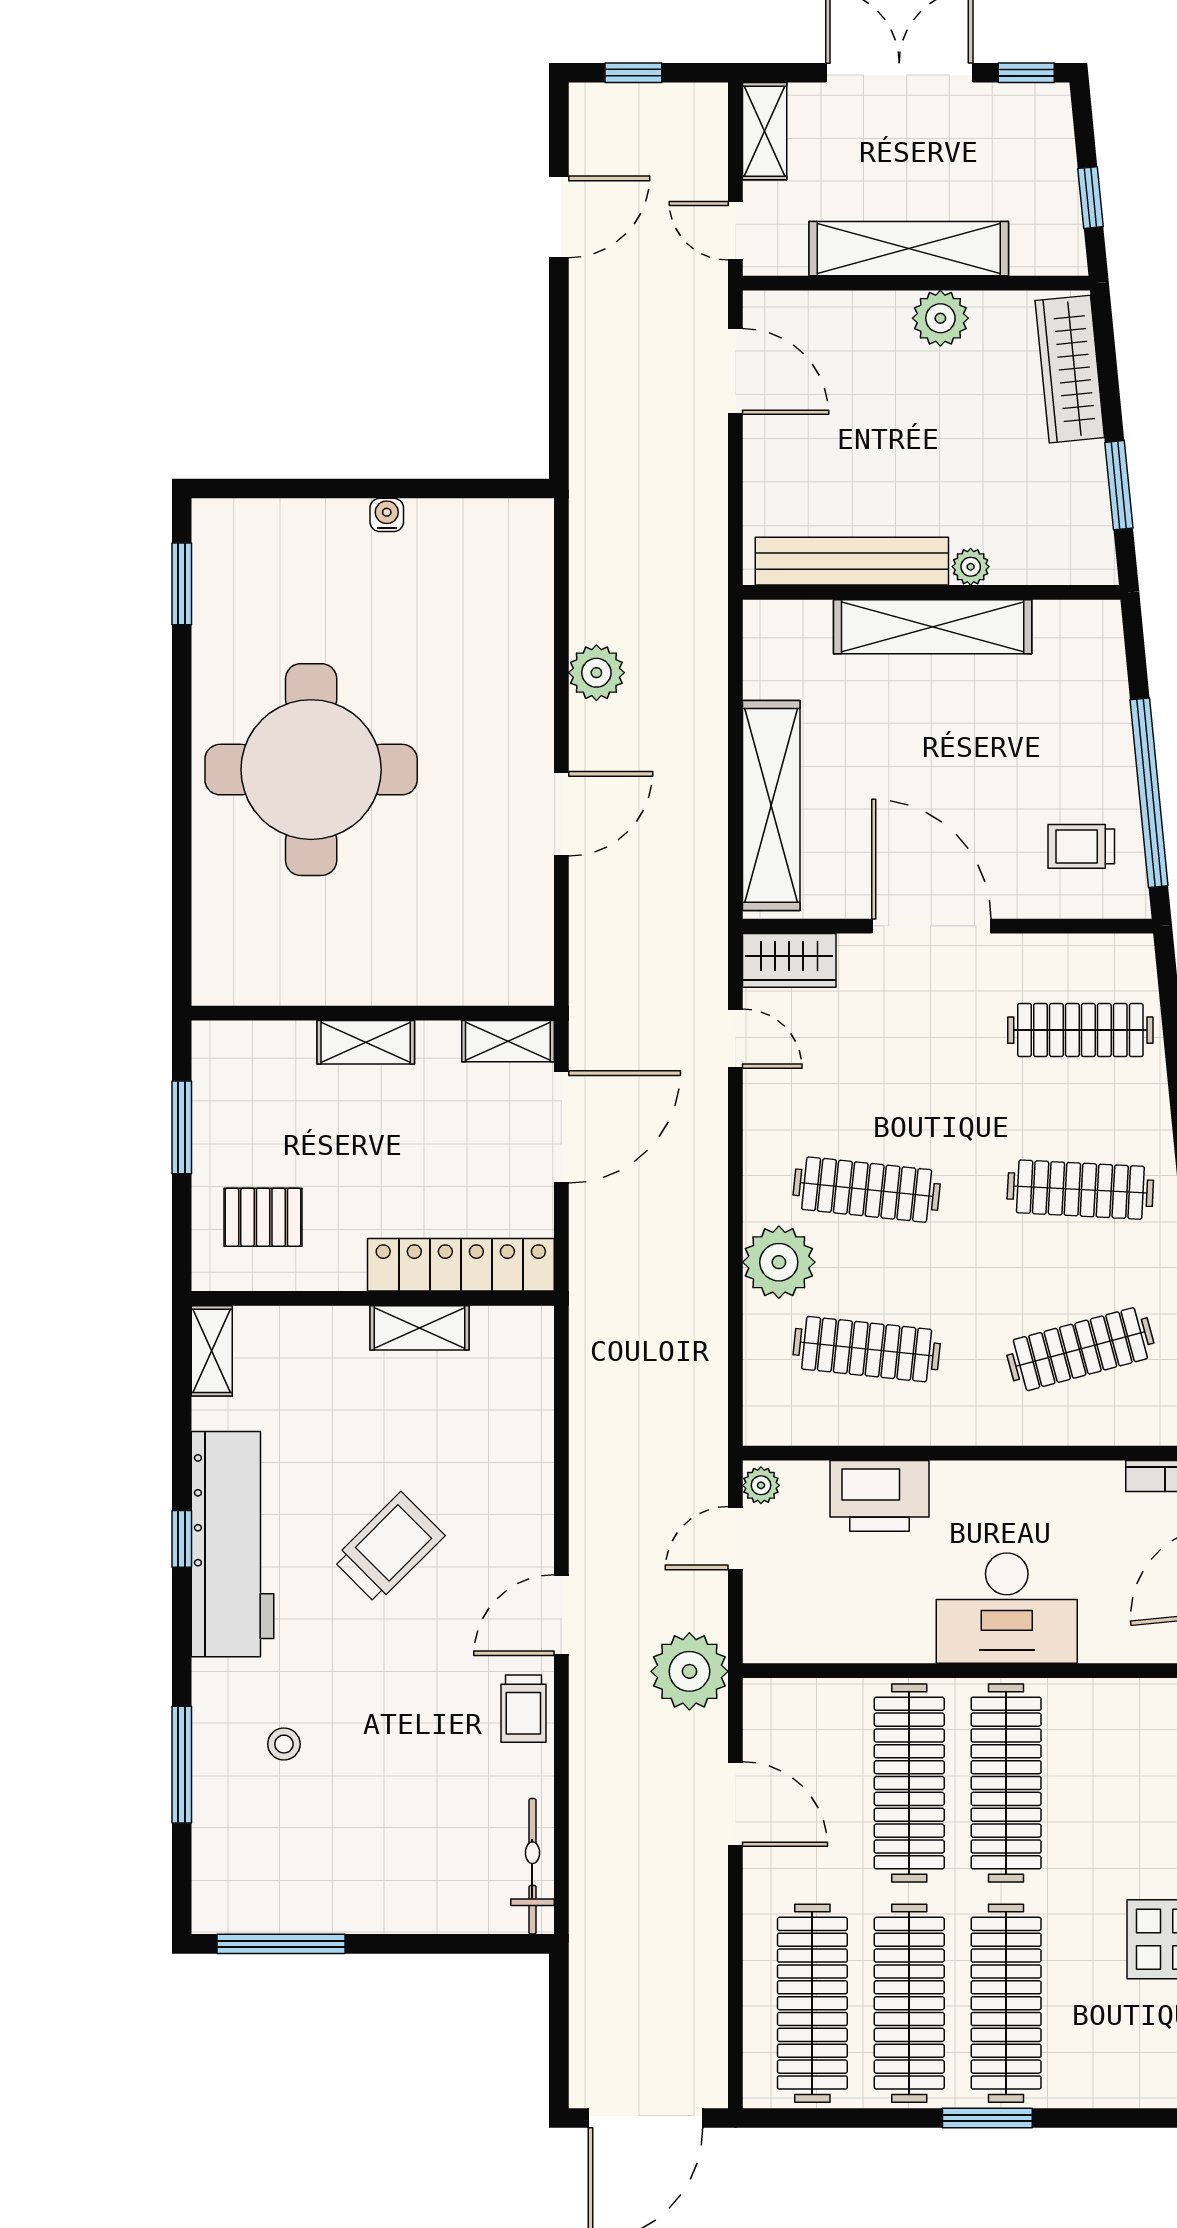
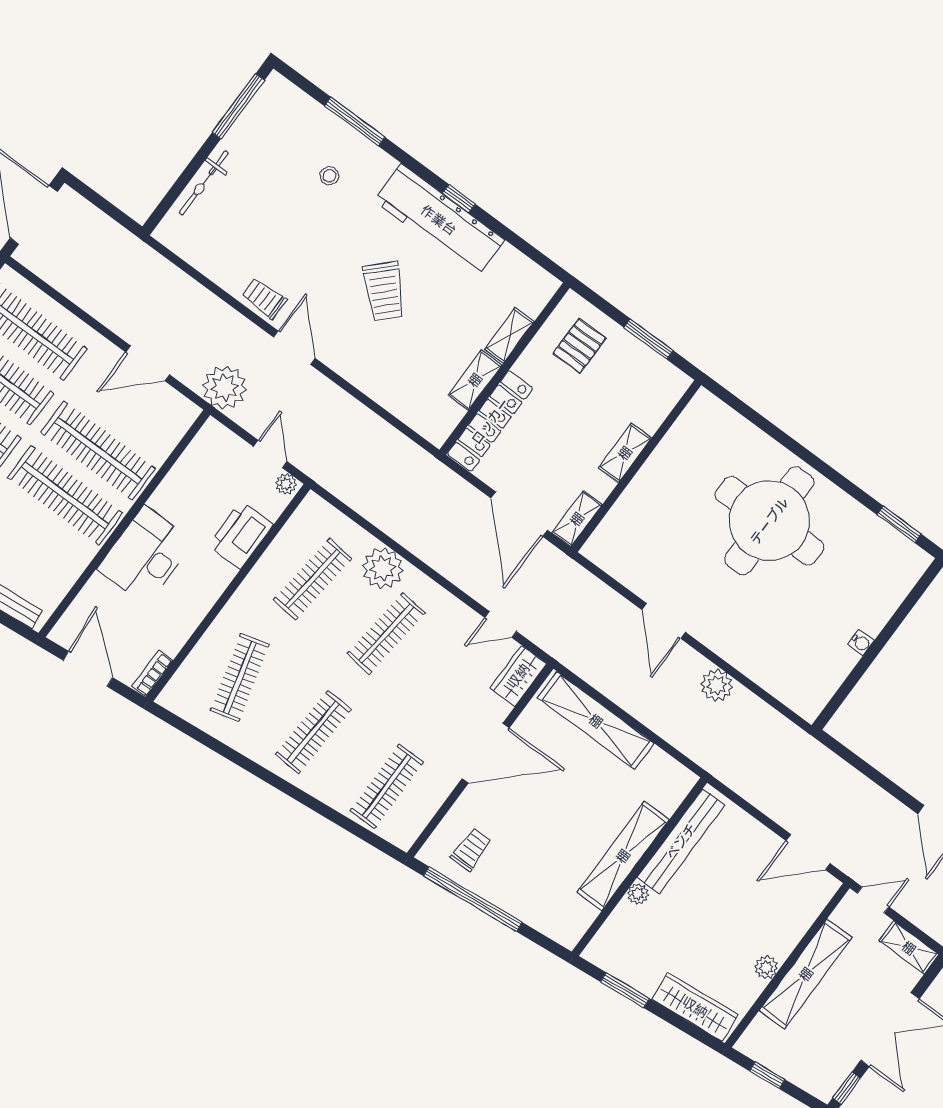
plant: (940, 318) -> (766, 967), width x0.73, depth x0.73
shelving: (212, 1351) -> (509, 335), moved, turned 90
bicycle: (532, 1866) -> (204, 183), moved, turned 90

